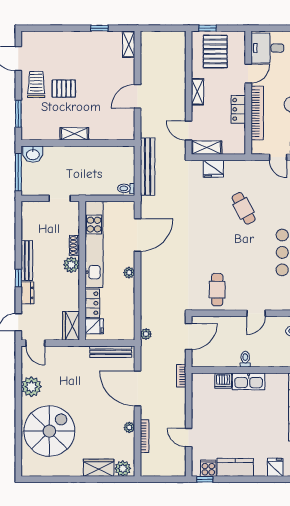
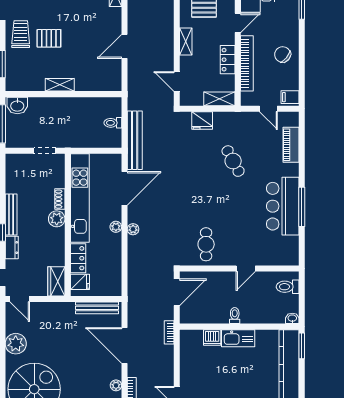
shelving: (207, 148) -> (219, 99), moved
bench: (148, 167) -> (135, 140), moved
toilet: (126, 188) -> (113, 123), moved
plant: (146, 334) -> (133, 229), moved

